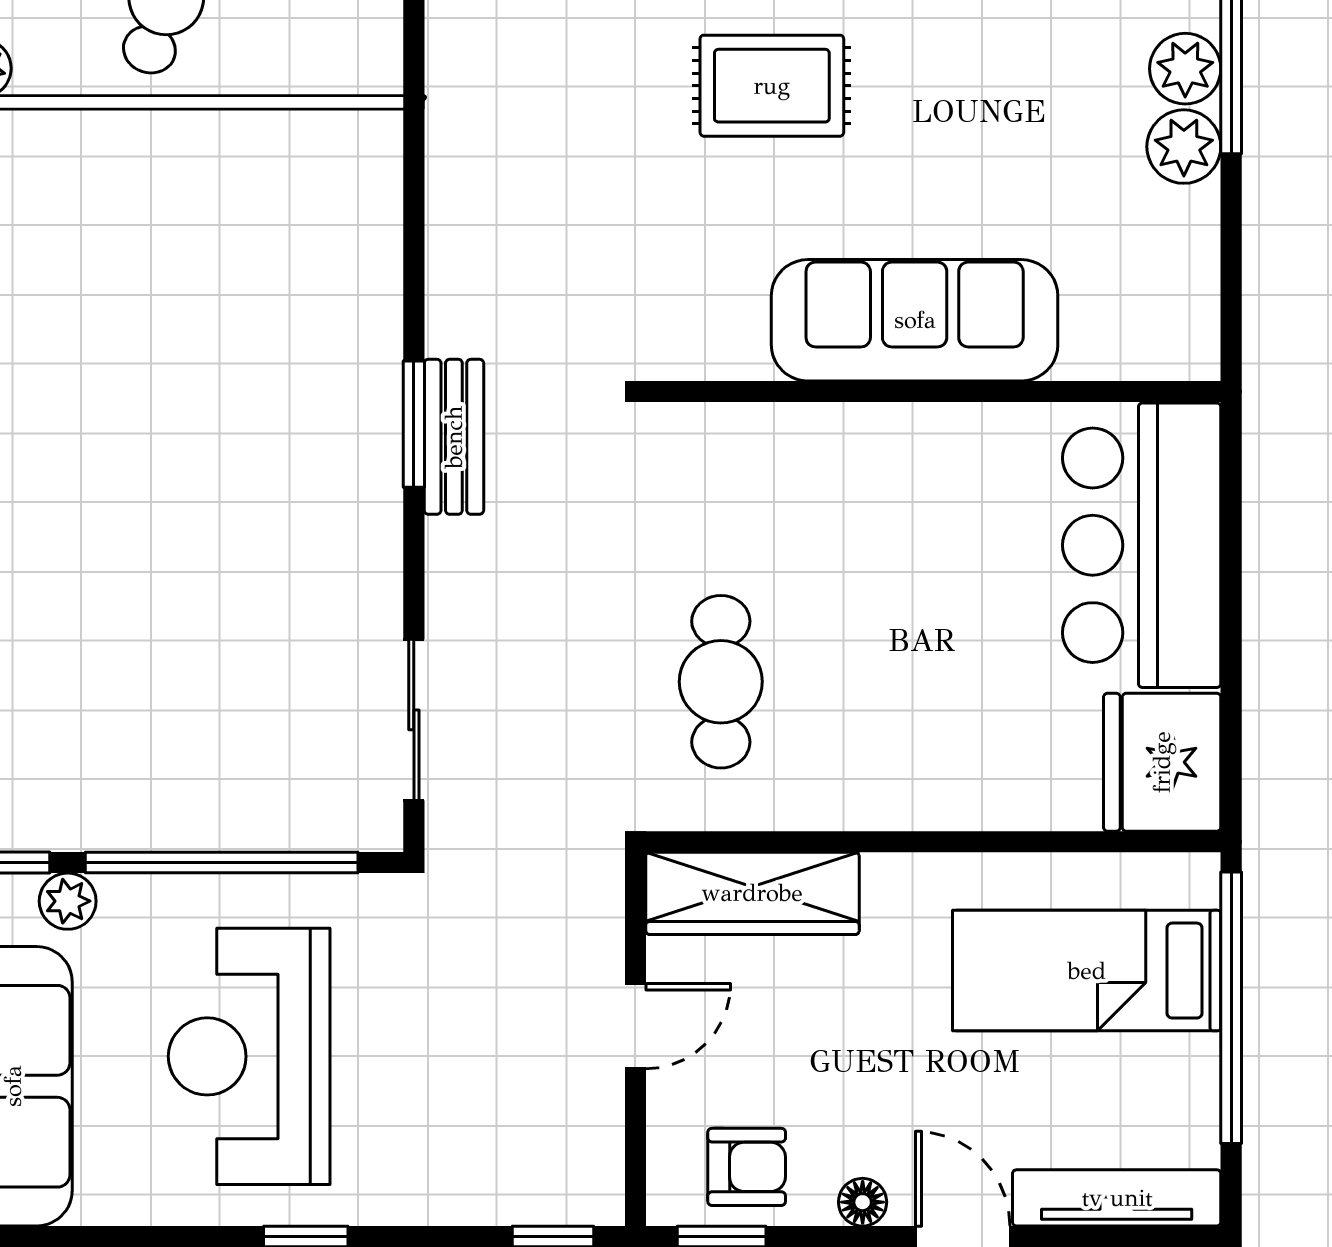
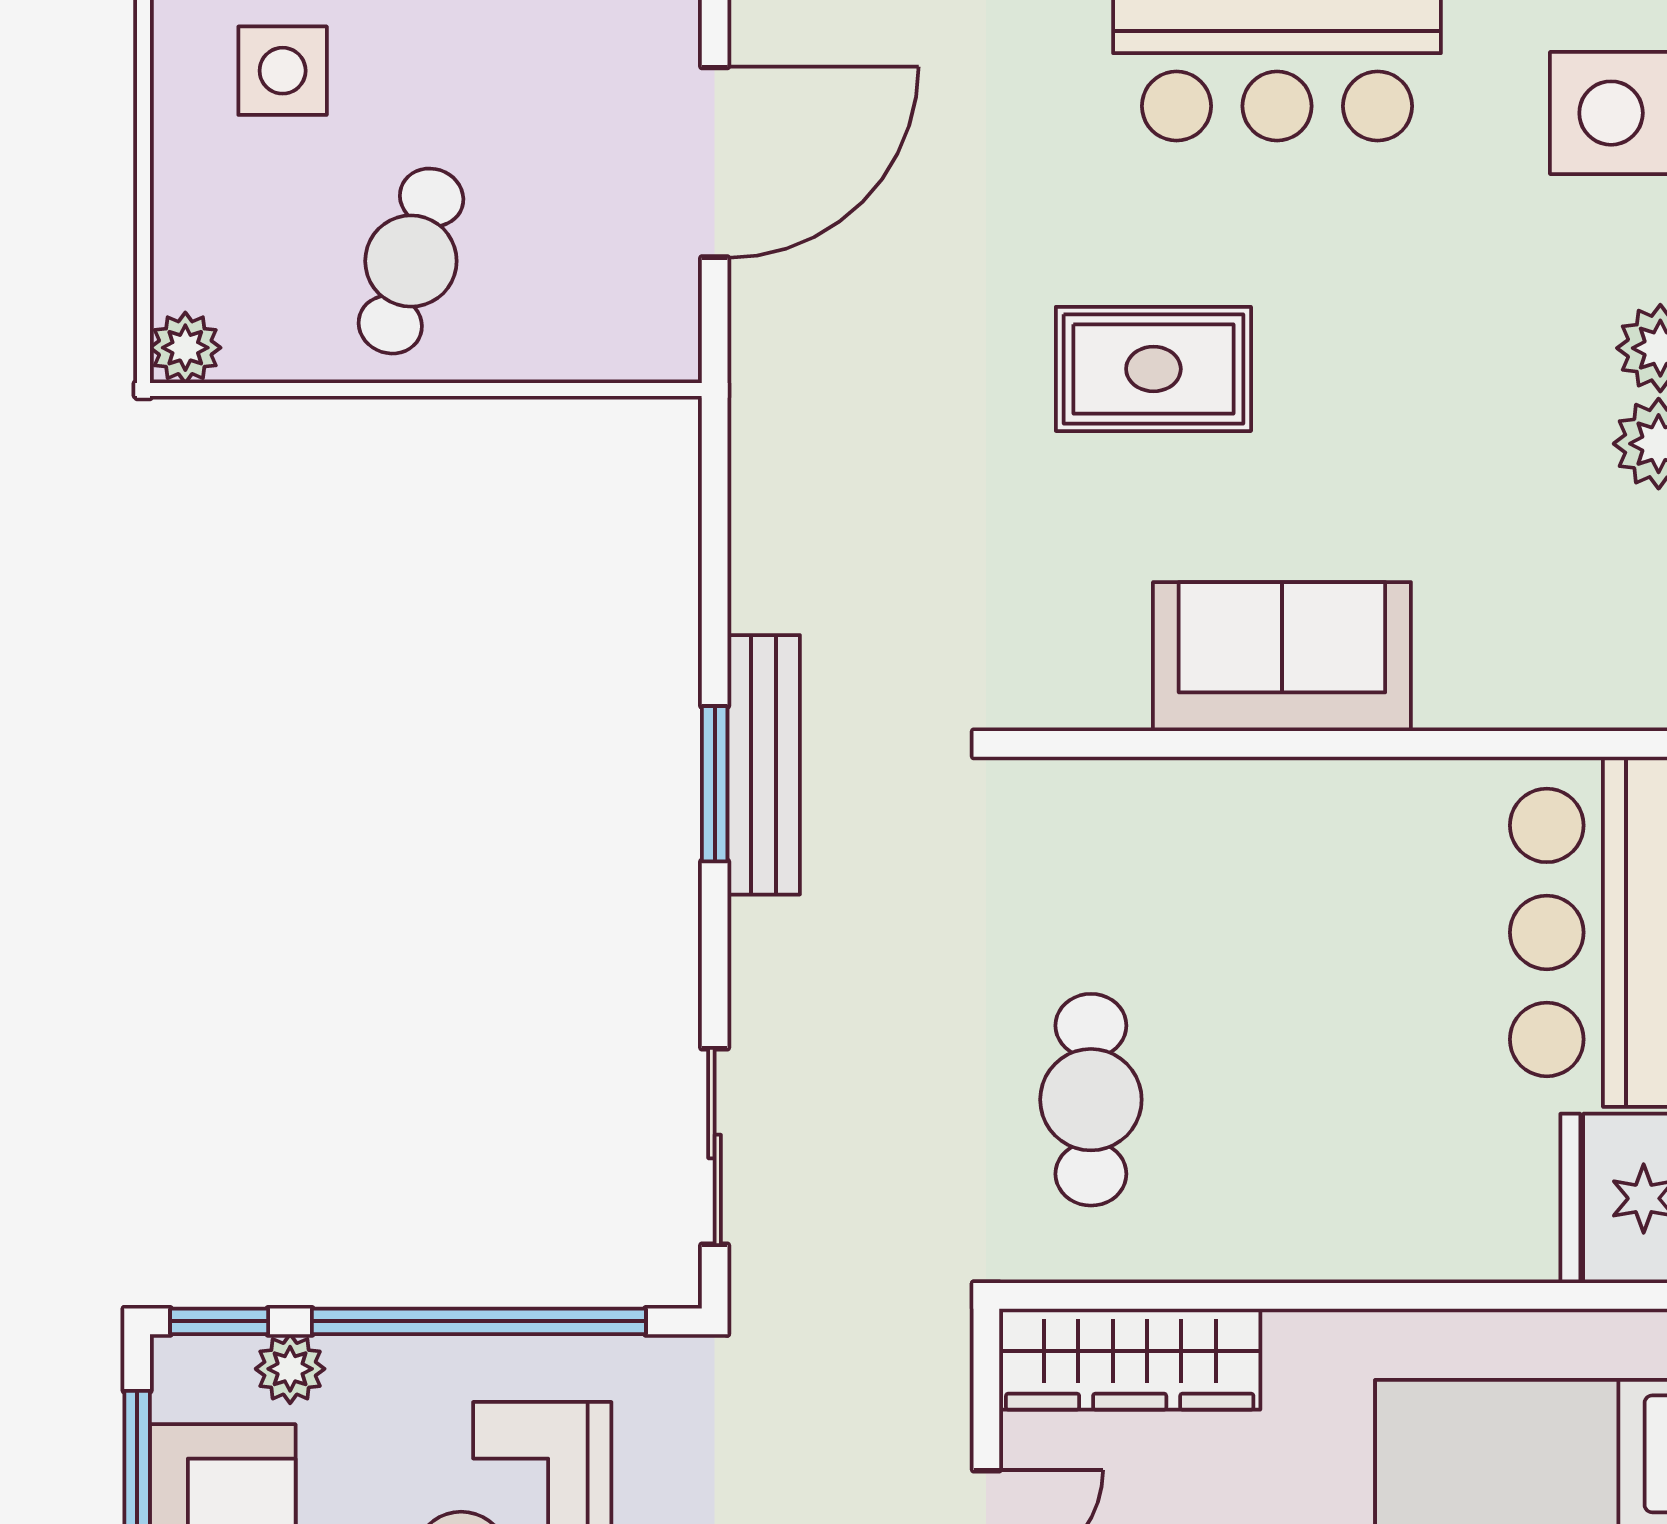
sofa: (915, 320) -> (1282, 657), width x0.73
bench: (454, 437) -> (764, 765), width x1.36

